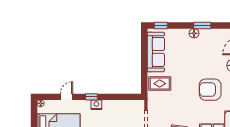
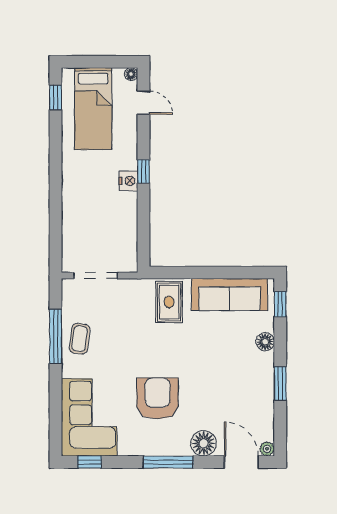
floor lamp: (194, 33) -> (265, 342), moved
door: (66, 97) -> (143, 103), moved

